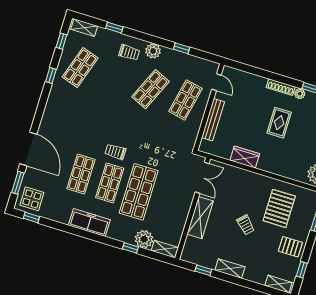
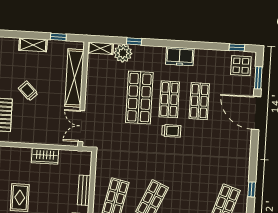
bench: (213, 120) -> (84, 190), width x0.73
shelving: (200, 218) -> (74, 78), width x1.47
freezer: (89, 222) -> (180, 56), width x0.71

